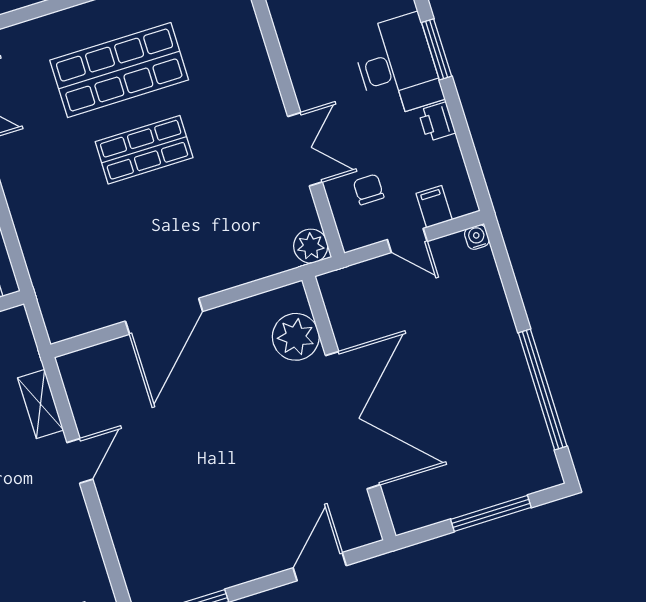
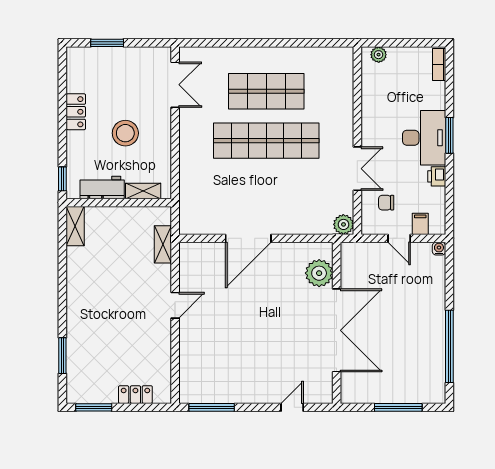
shop shelf: (144, 150) -> (266, 141), width x2.00, depth x1.36
chair: (369, 189) -> (386, 203), turned -90
shelving: (40, 404) -> (163, 244), moved
door: (320, 567) -> (292, 407), width x0.73

